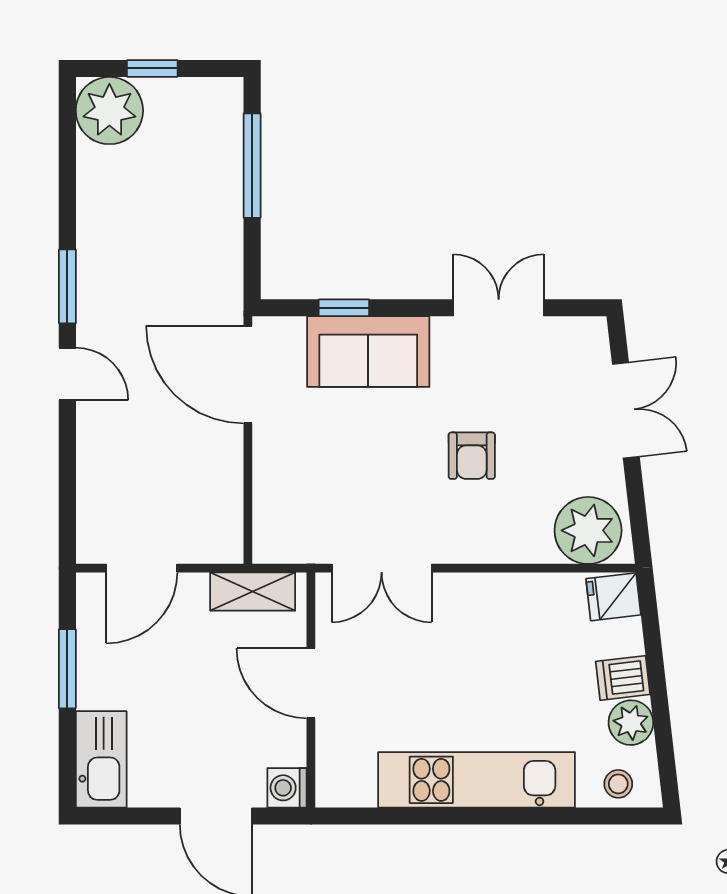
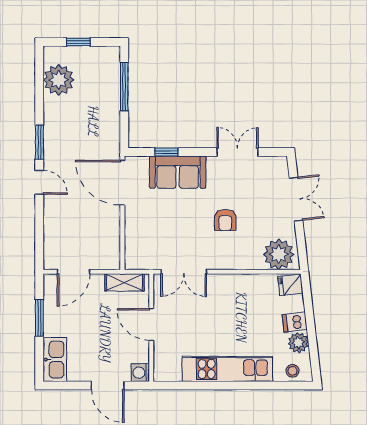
plant: (109, 111) -> (59, 80), moved

